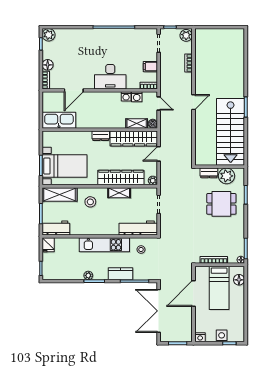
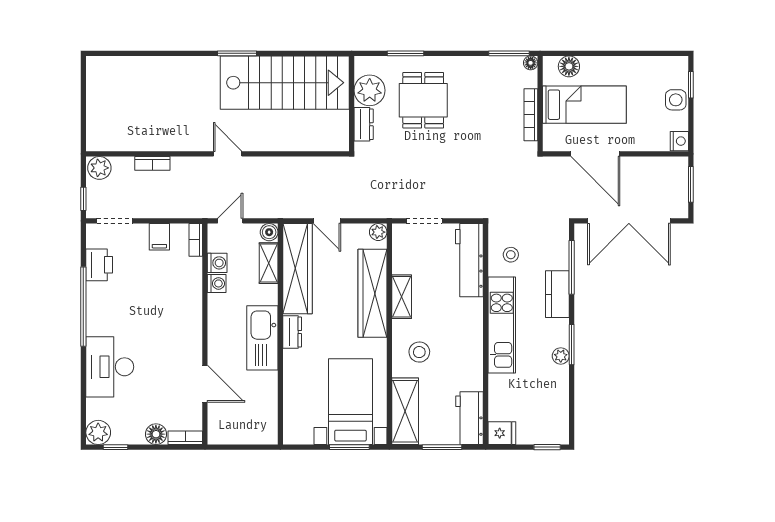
printer: (136, 35) -> (99, 265), added
desk: (110, 77) -> (110, 367), moved, turned 180
kitchen sink: (59, 120) -> (262, 338), moved

